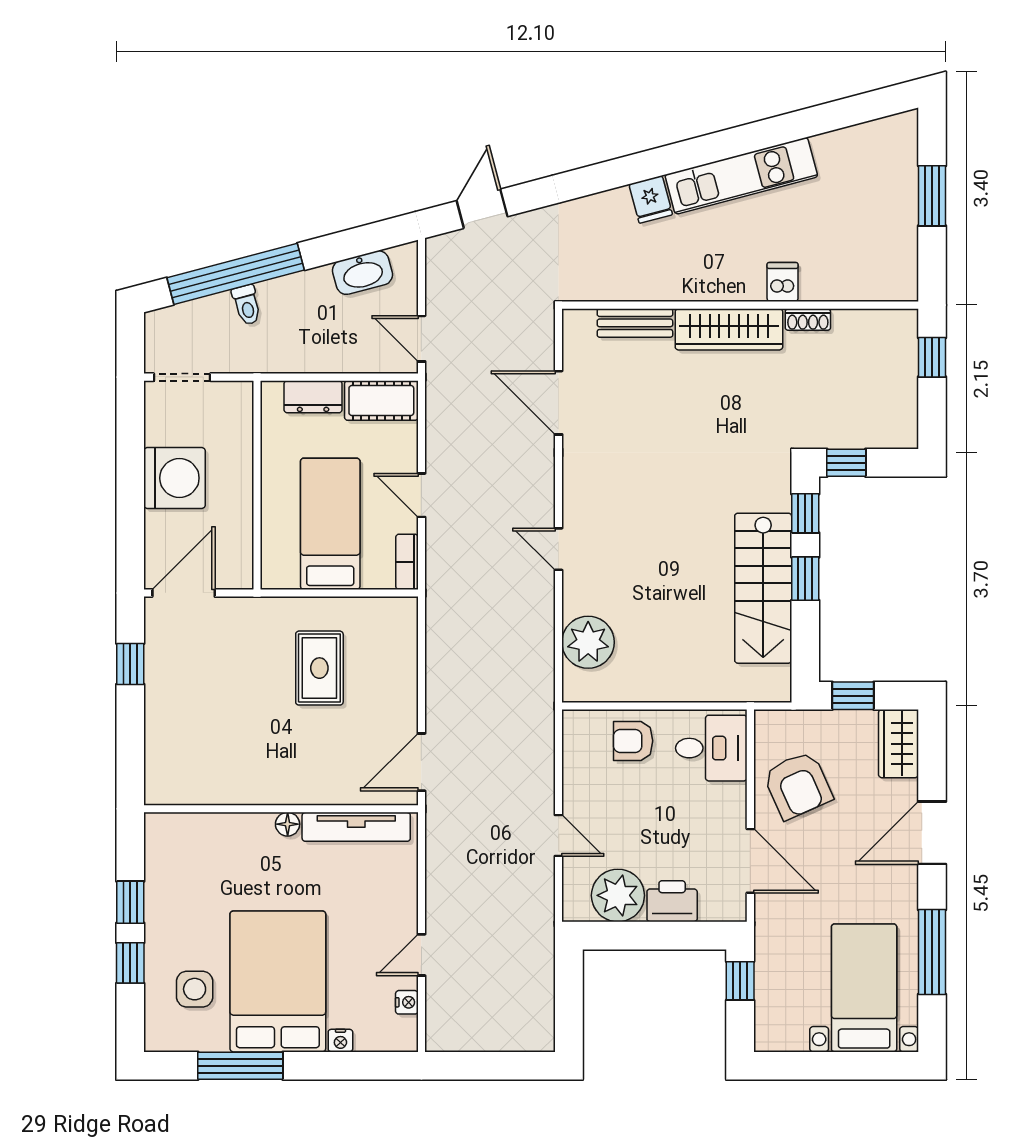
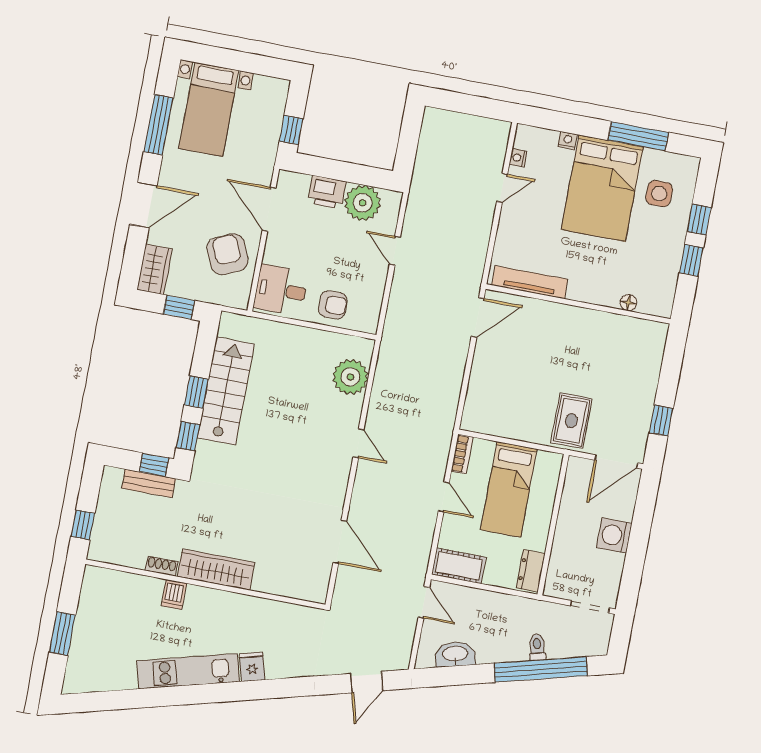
bench: (635, 323) -> (149, 483), moved
dresser: (313, 397) -> (531, 571), moved, turned -90
washing machine: (175, 478) -> (614, 535), width x0.73, depth x0.73
rug: (319, 668) -> (571, 421), moved
floor lamp: (288, 824) -> (628, 303), moved

